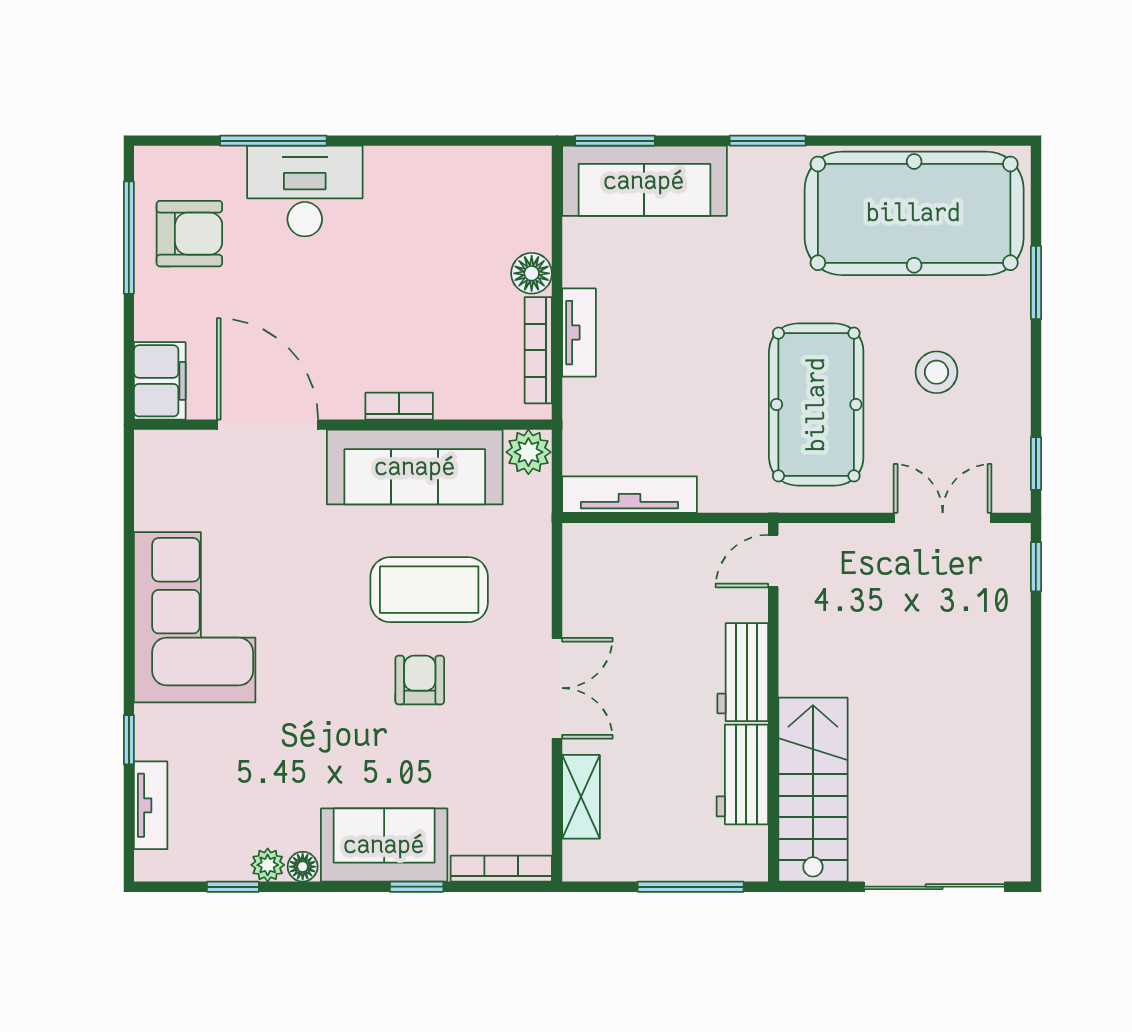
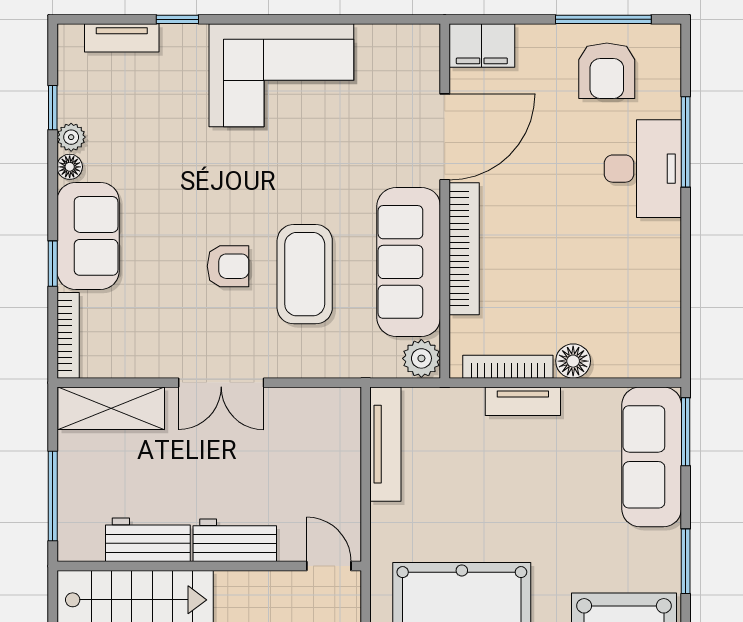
bookcase: (399, 406) -> (464, 249), width x2.31, depth x1.31
shelving: (581, 797) -> (111, 408), width x1.50, depth x1.33

